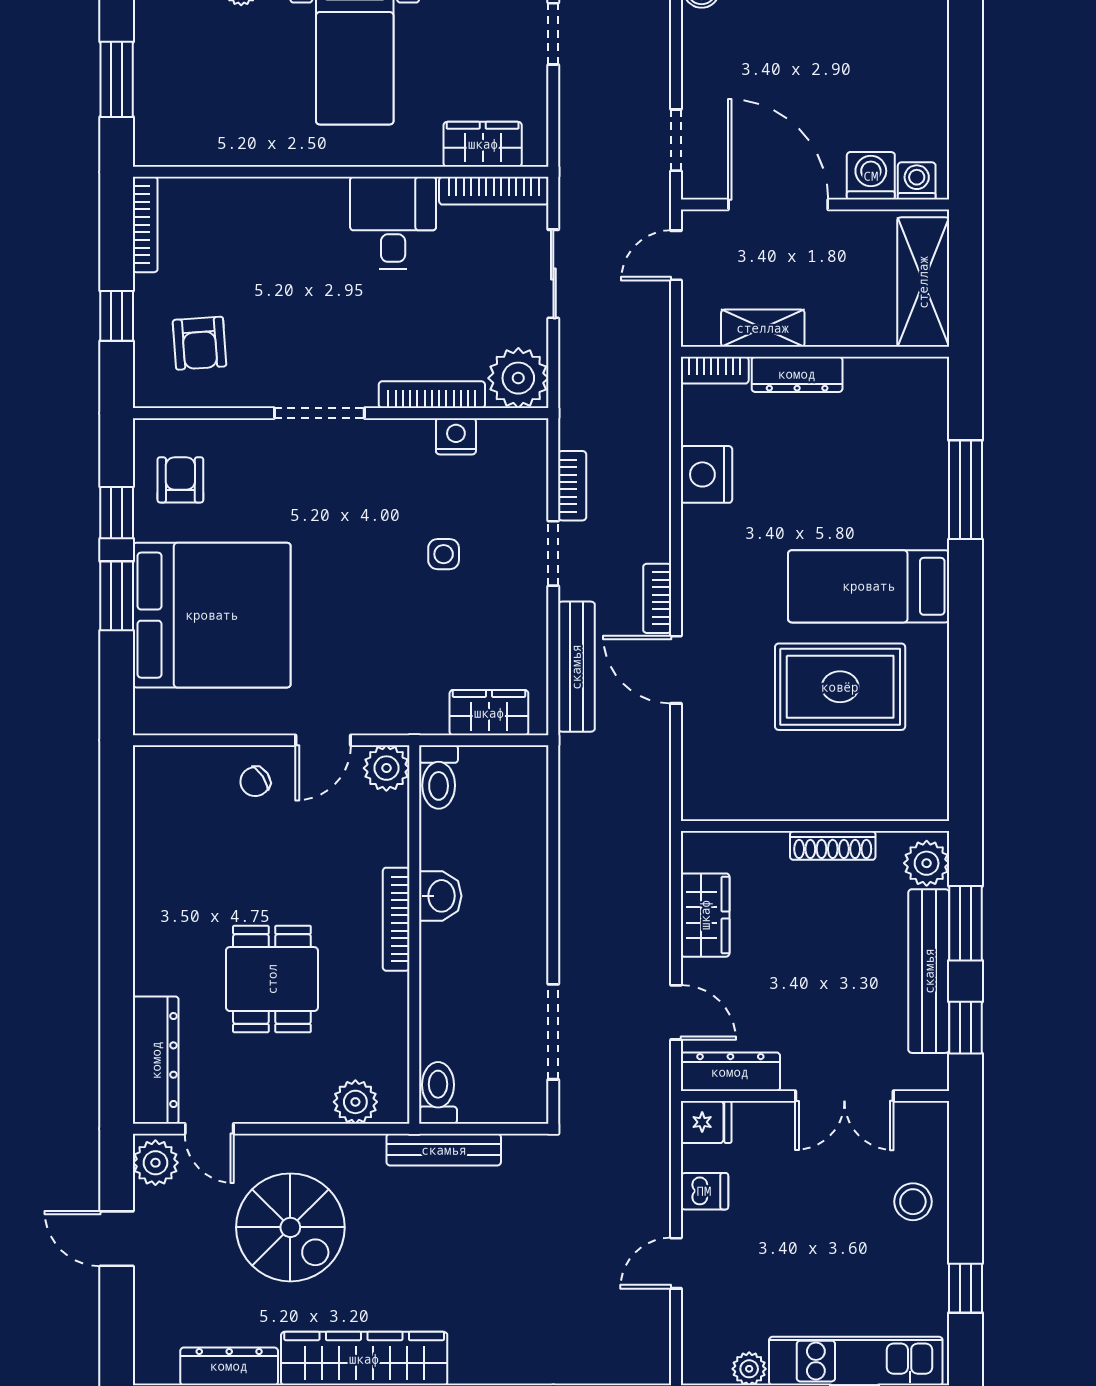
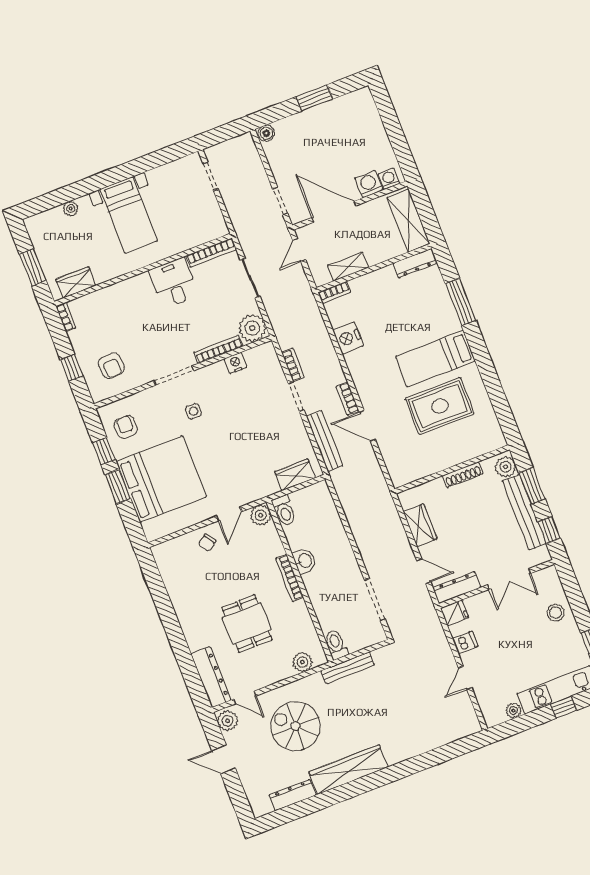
wardrobe: (483, 144) -> (76, 282), moved
bookcase: (145, 225) -> (66, 317), width x0.64
dresser: (797, 374) -> (415, 263), moved
side table: (444, 554) -> (193, 411), moved
spiral stairs: (290, 1227) -> (295, 726), turned 180

